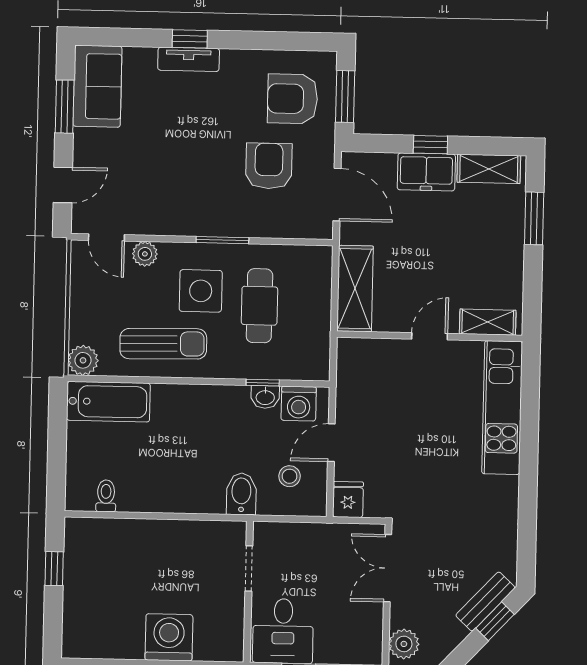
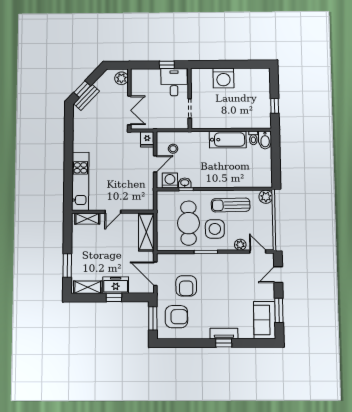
cafe table: (259, 306) -> (188, 223), width x1.37, depth x1.35
bathtub: (108, 402) -> (228, 140), moved, turned 180
bidet: (241, 494) -> (265, 140), moved

